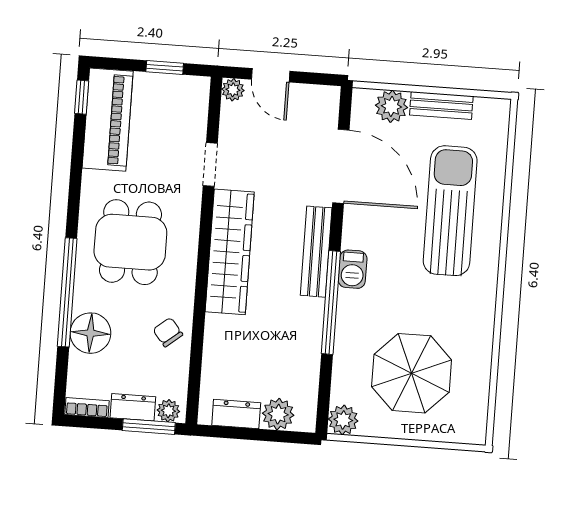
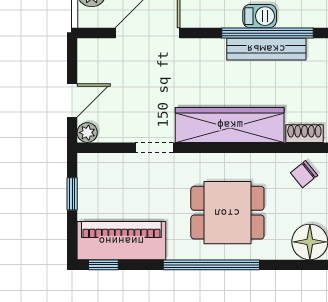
bench: (316, 252) -> (266, 49), moved
barbecue: (353, 269) -> (260, 16), moved
window: (67, 292) -> (211, 265), moved
shoe rack: (214, 336) -> (304, 134), added

